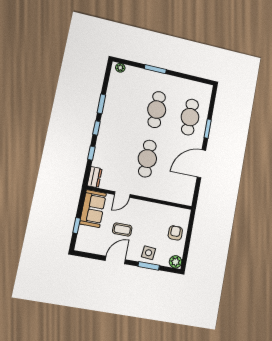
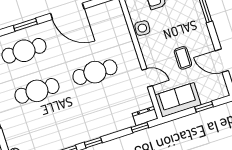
window: (91, 153) -> (140, 127), moved
side table: (149, 253) -> (142, 28), moved
door: (115, 260) -> (222, 61), moved

